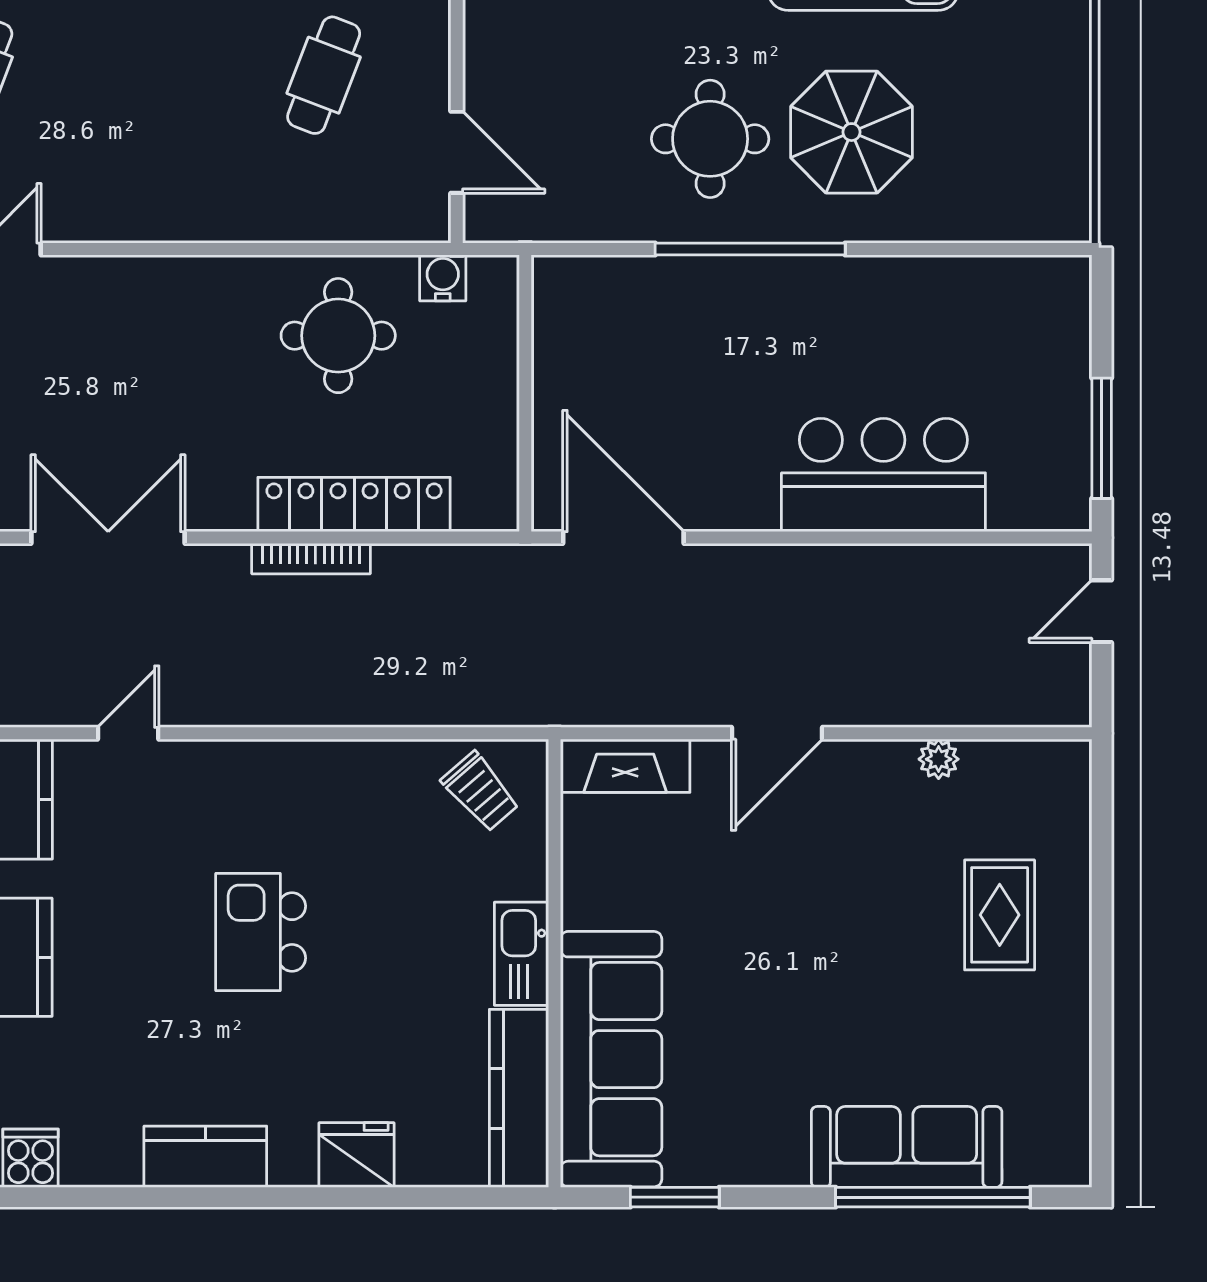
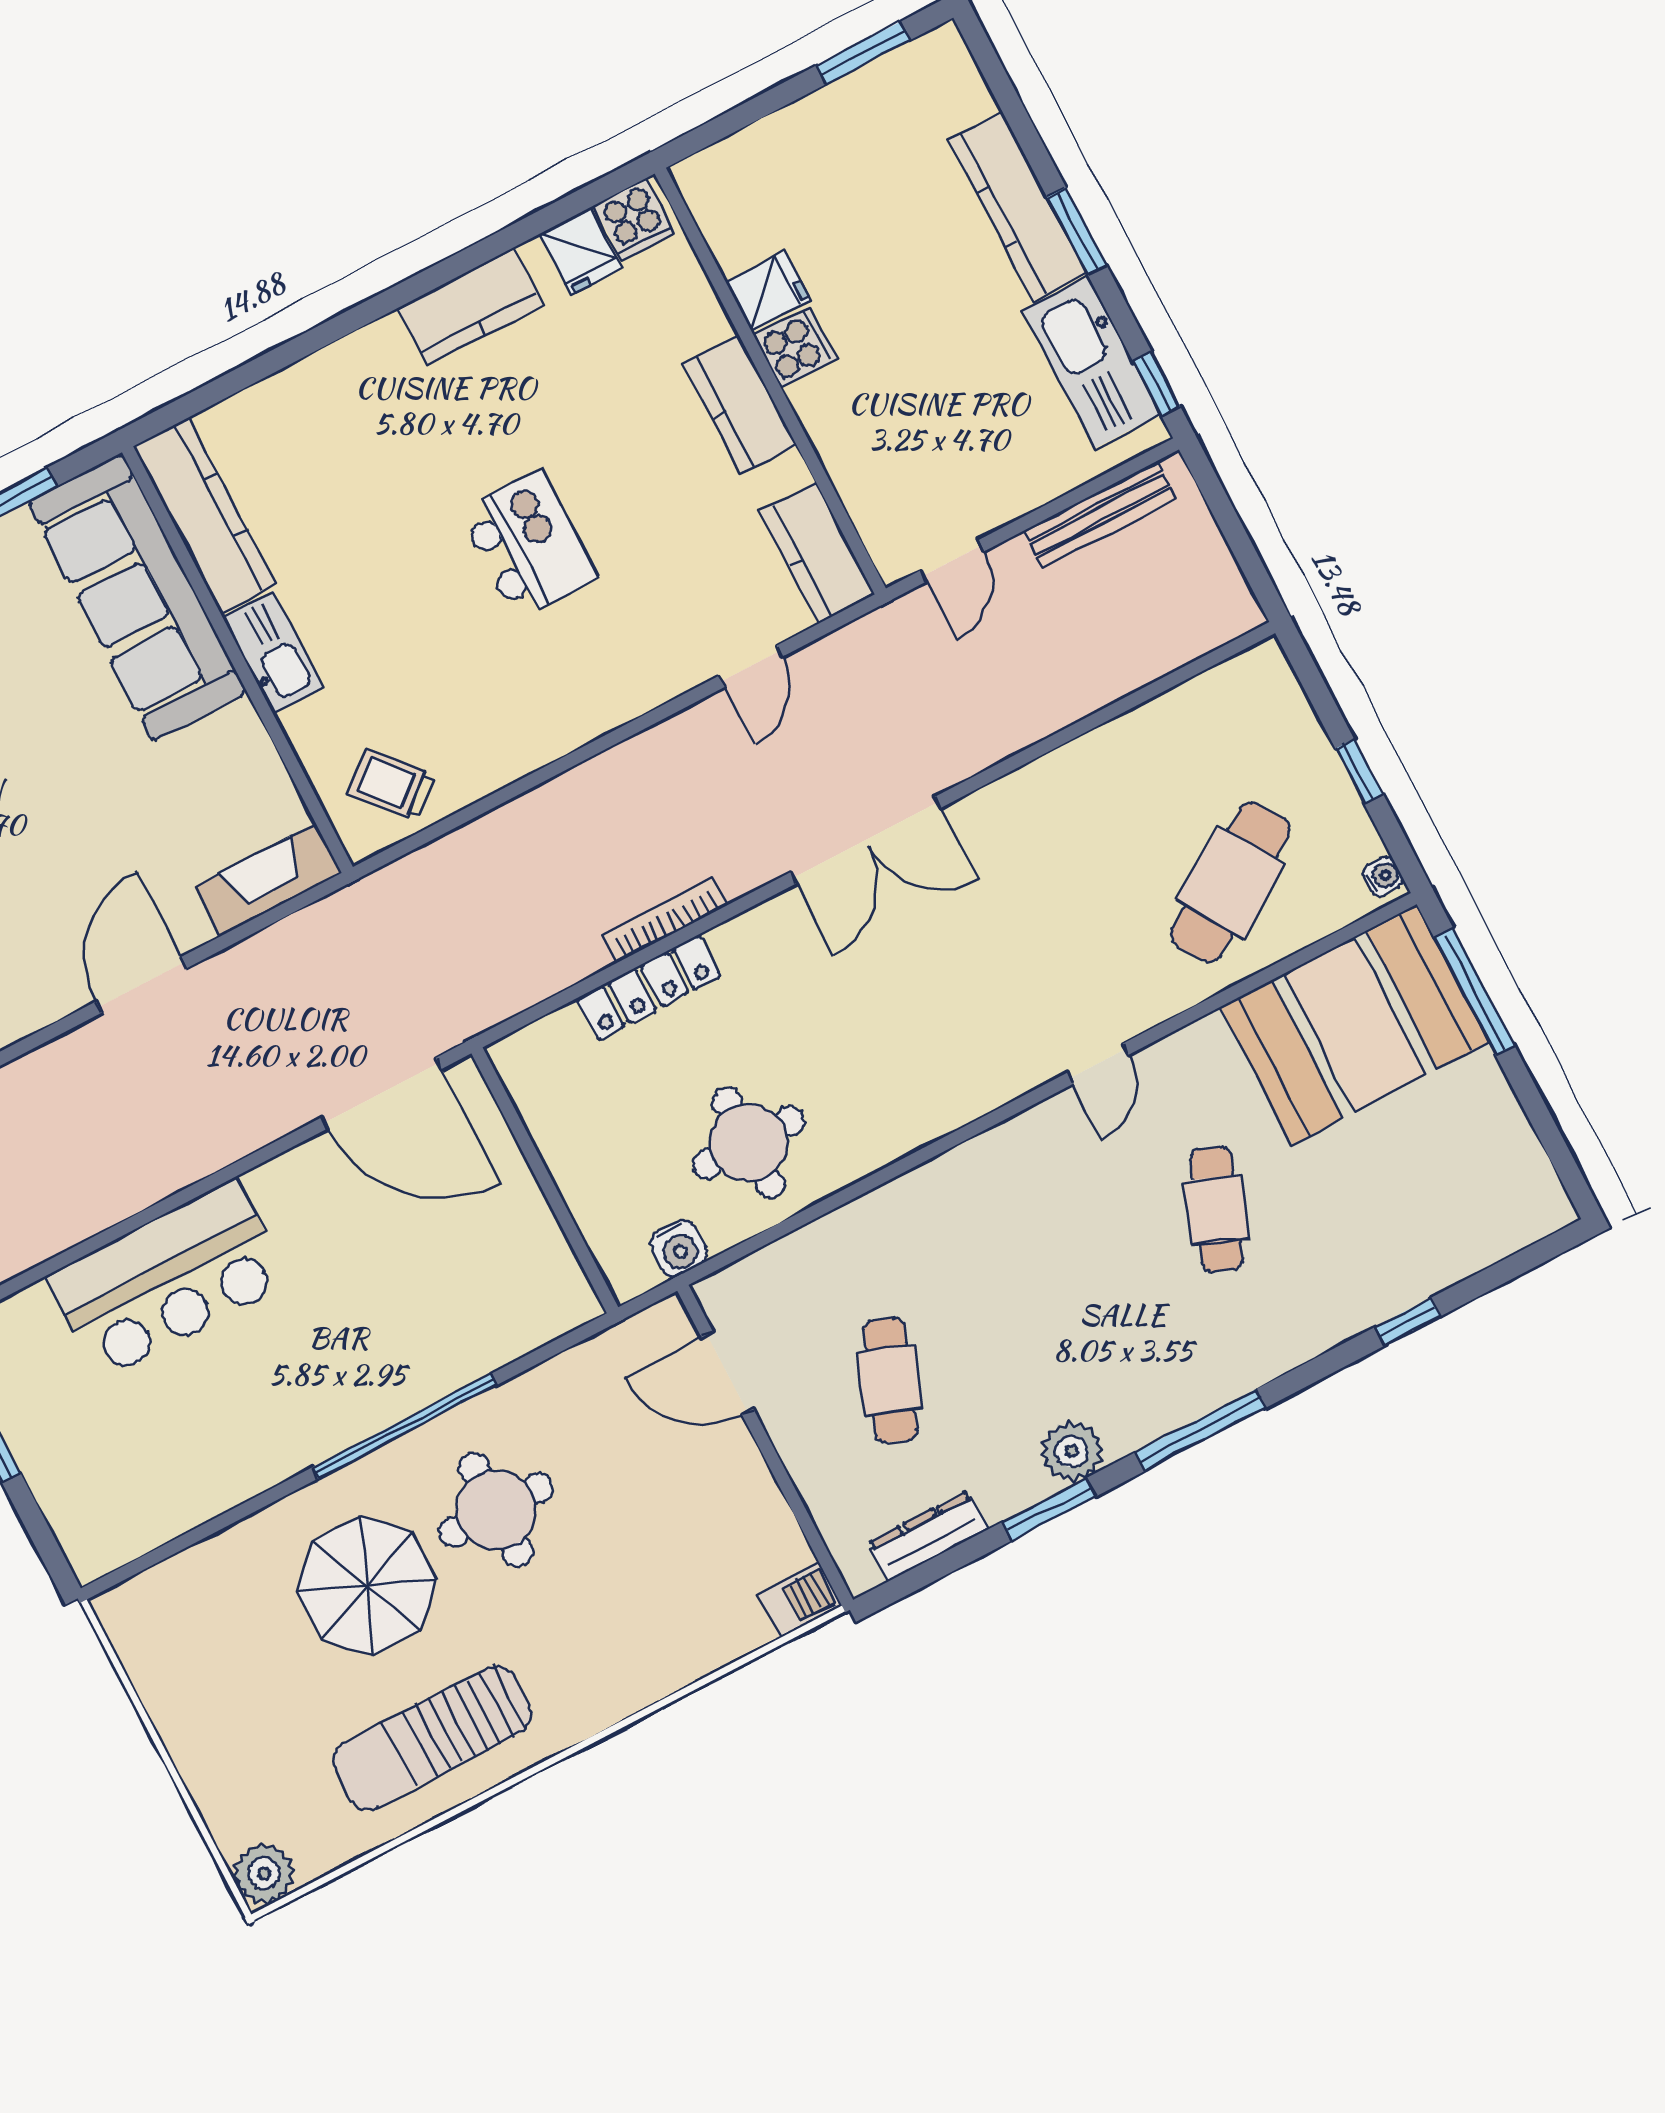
locker: (354, 505) -> (649, 987), width x0.71, depth x0.83
fridge: (357, 1155) -> (580, 251), moved, width x0.72

